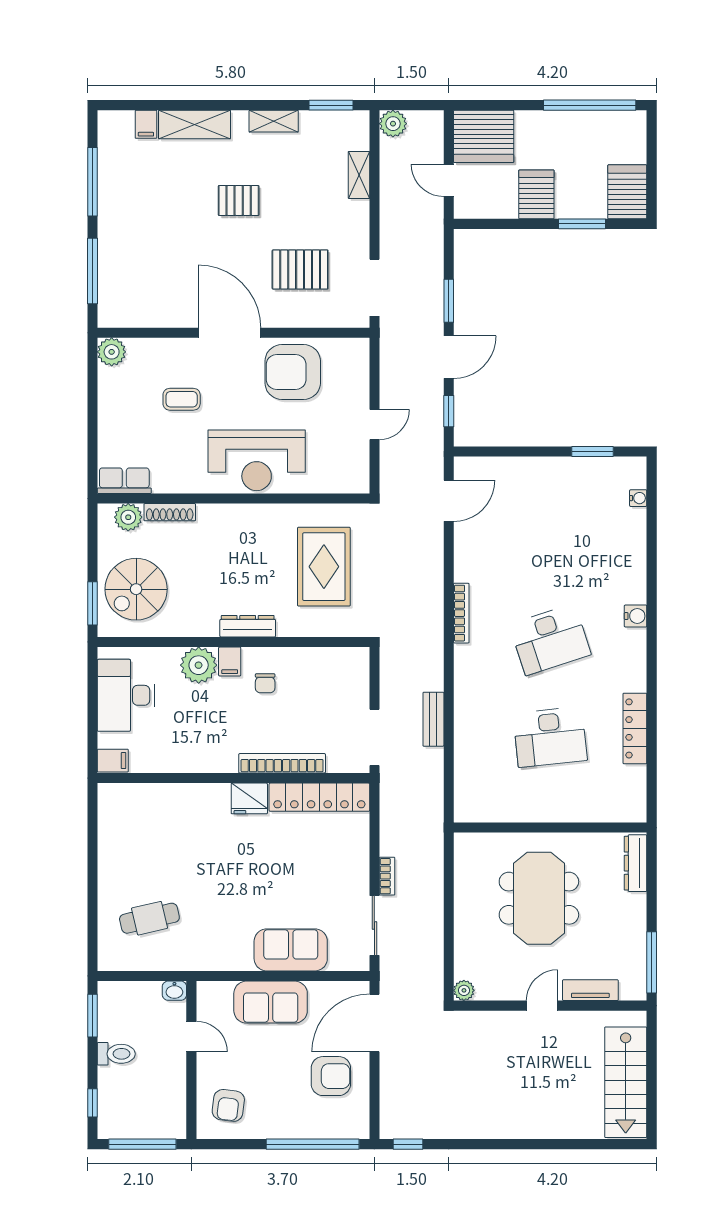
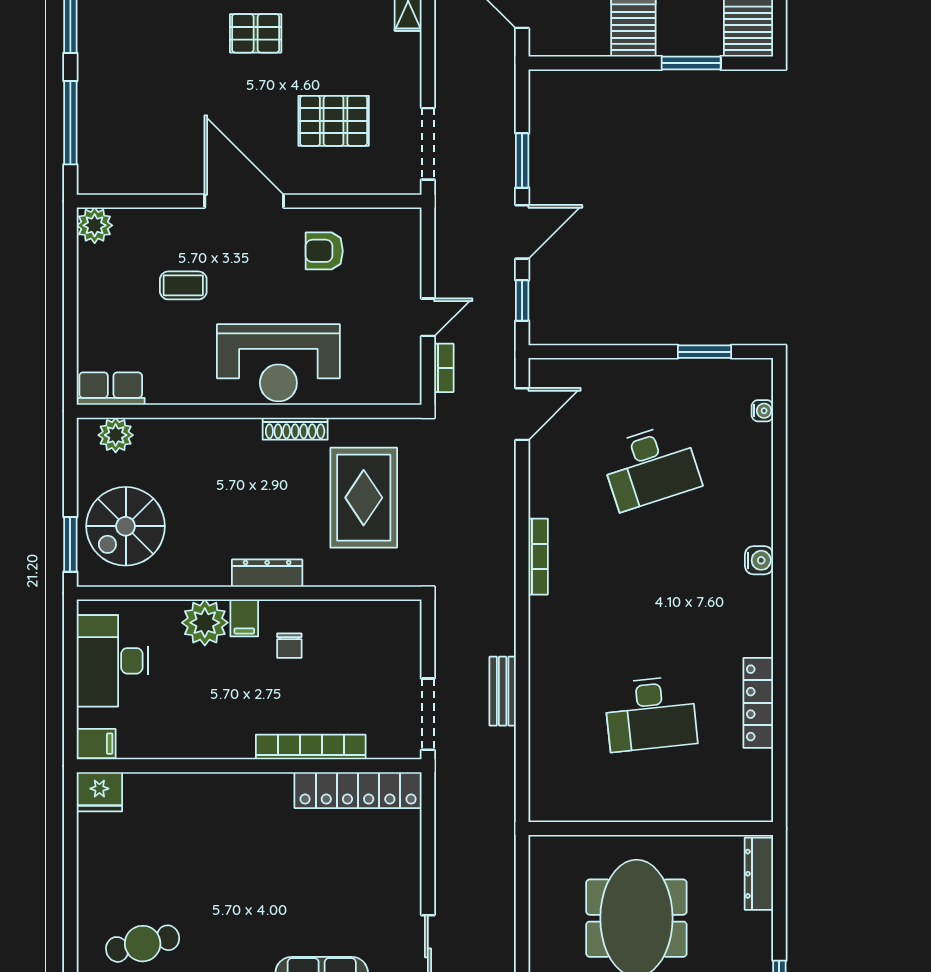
armchair: (293, 372) -> (324, 251), width x0.53, depth x0.53
shoe rack: (170, 512) -> (295, 429), moved
desk: (550, 640) -> (651, 467), moved
fridge: (249, 798) -> (99, 792), moved
bookcase: (387, 876) -> (444, 368), moved

